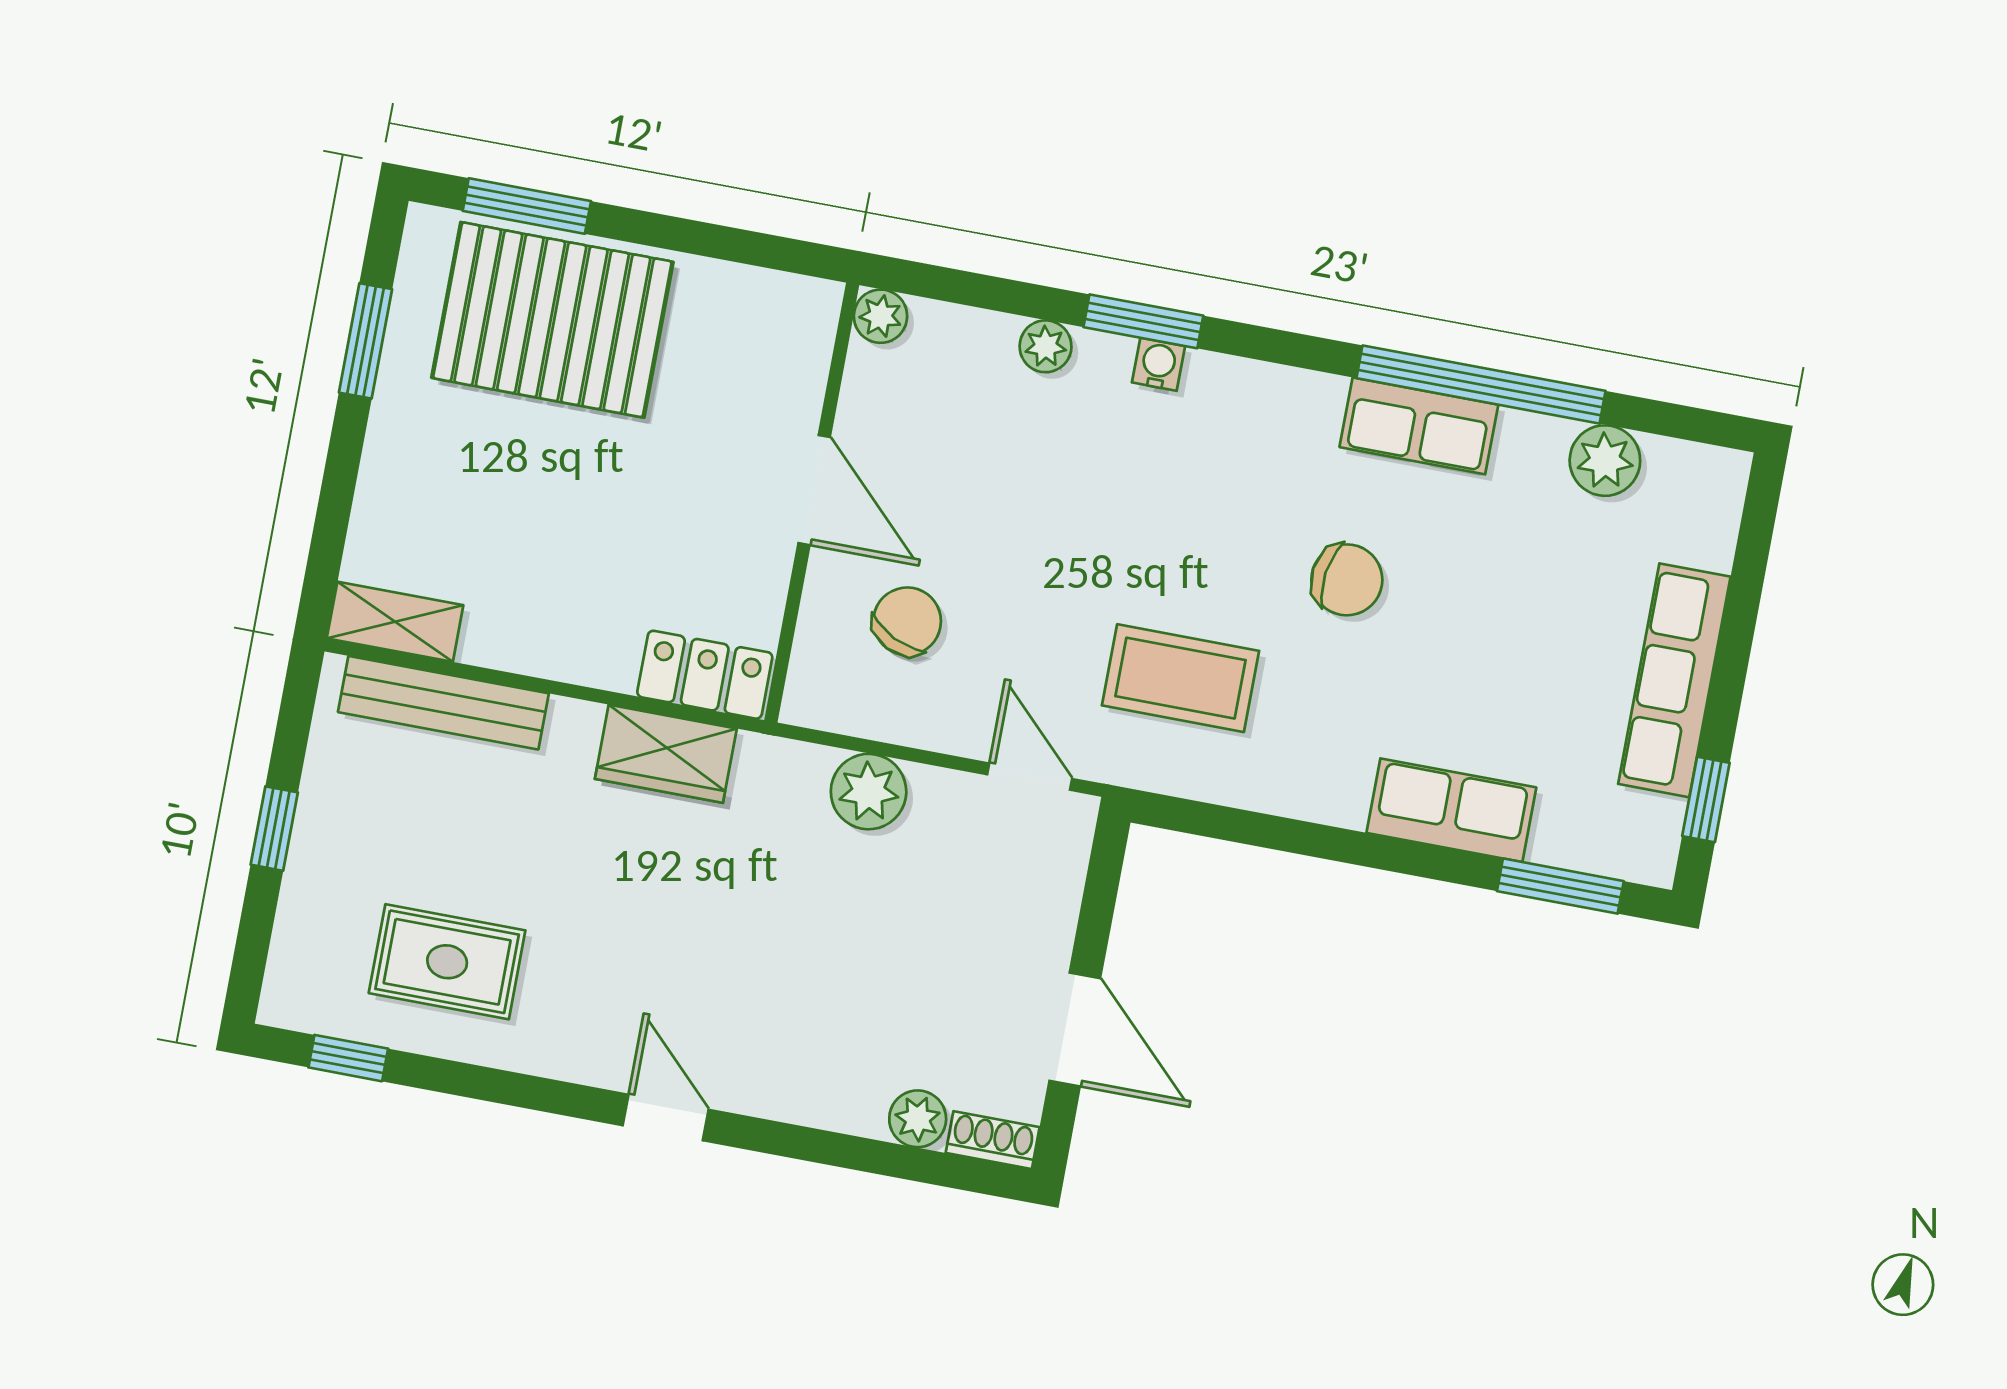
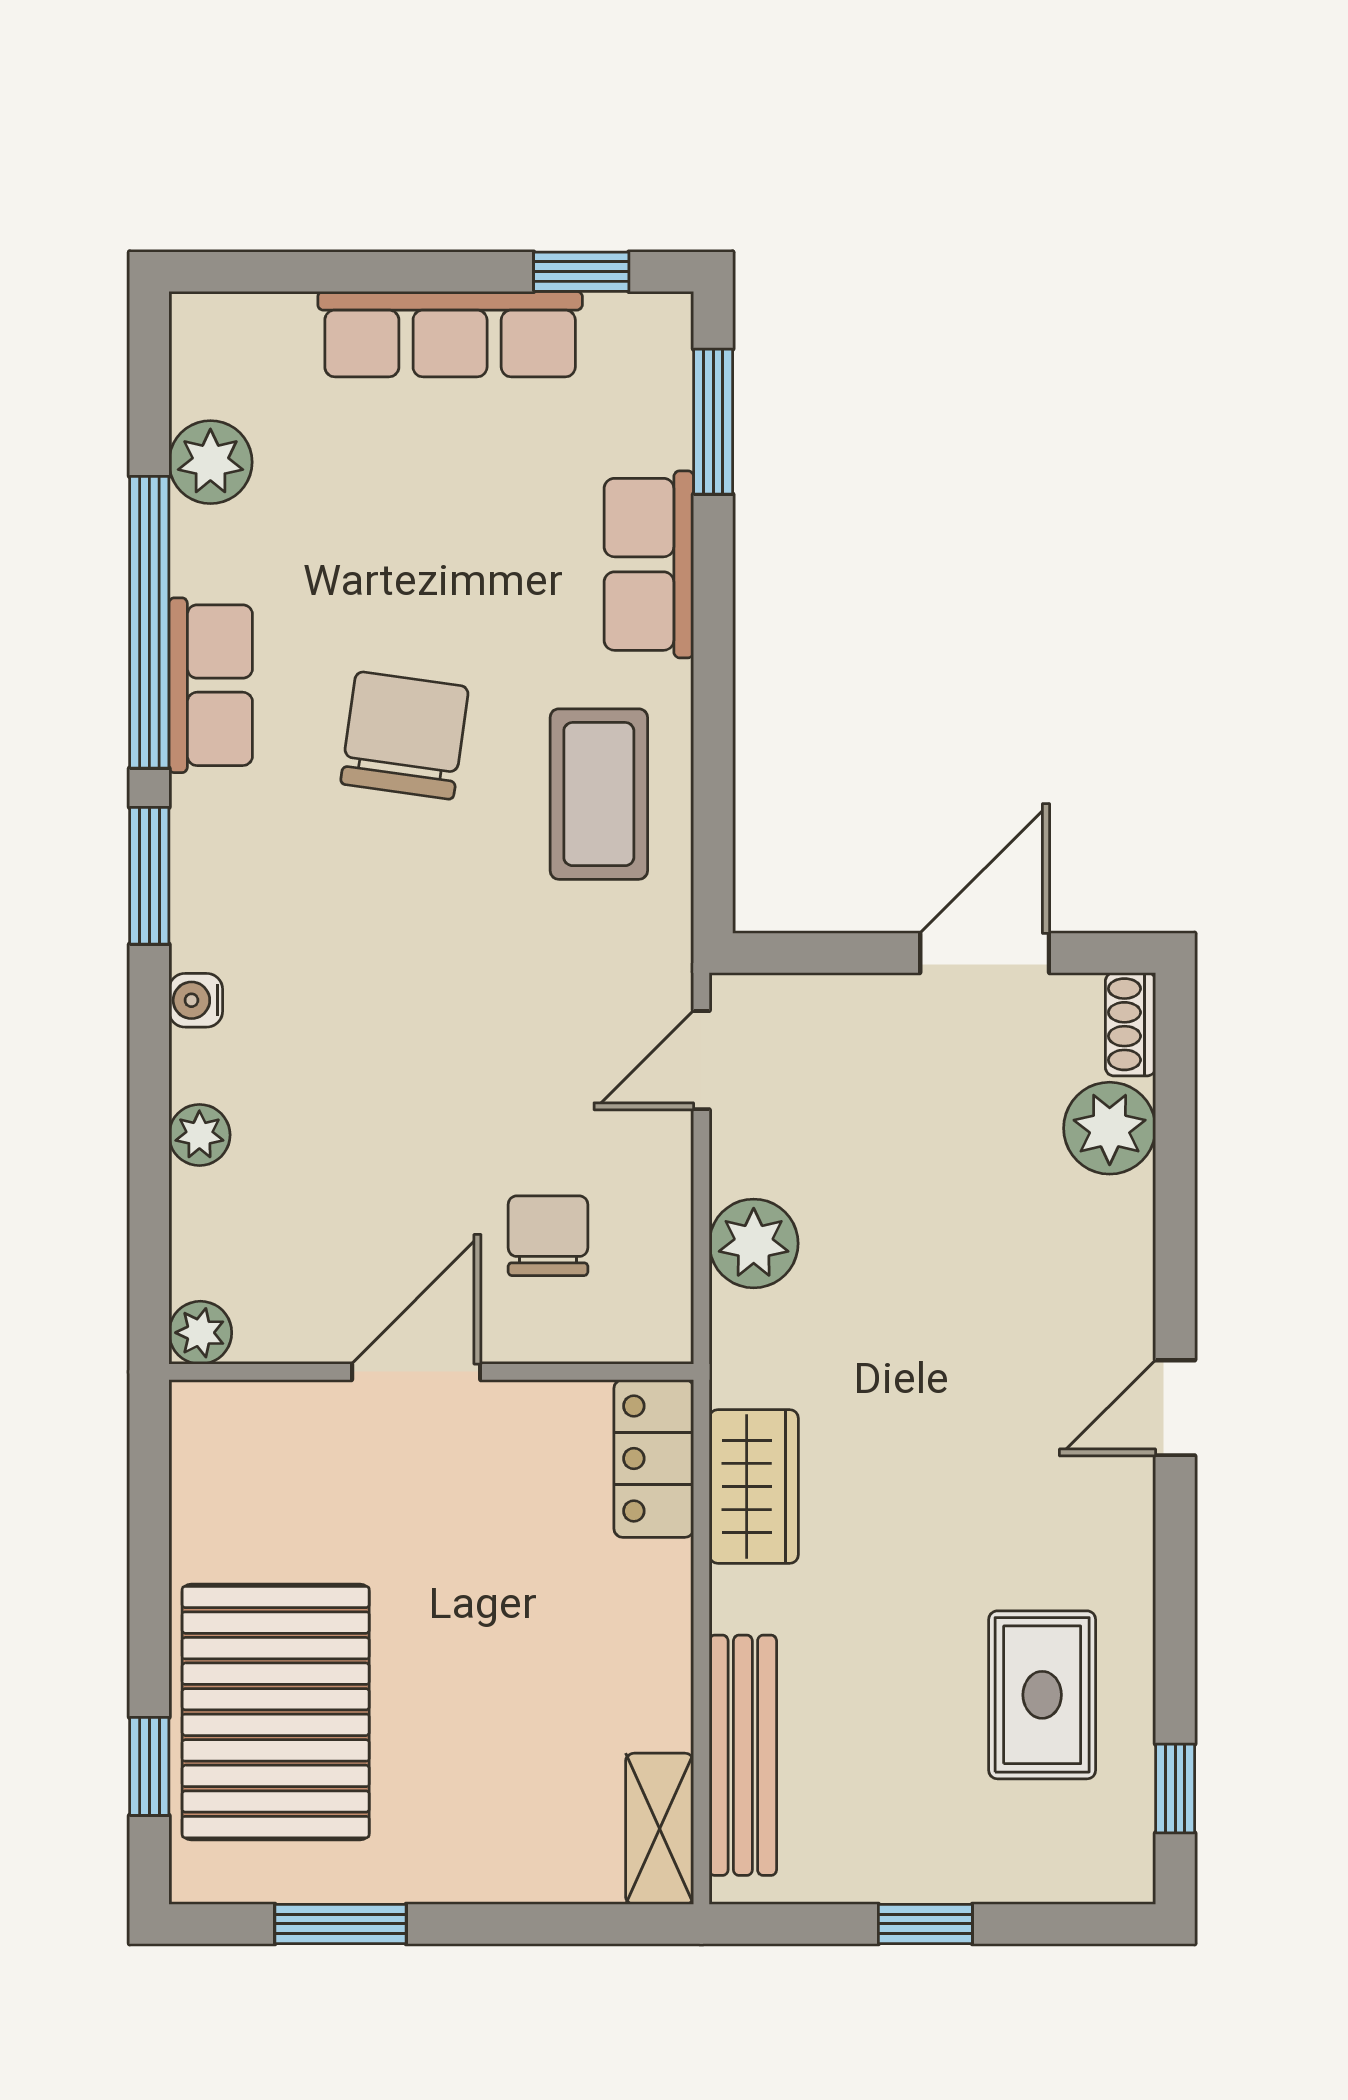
window: (527, 206) -> (149, 1766), width x0.67
window: (1143, 321) -> (149, 876), moved
chair: (1347, 580) -> (405, 735), width x1.37, depth x1.37
chair: (907, 621) -> (548, 1236), turned 64
coffee table: (1181, 678) -> (599, 794), moved
plant: (918, 1119) -> (1110, 1128), width x1.38, depth x1.38

